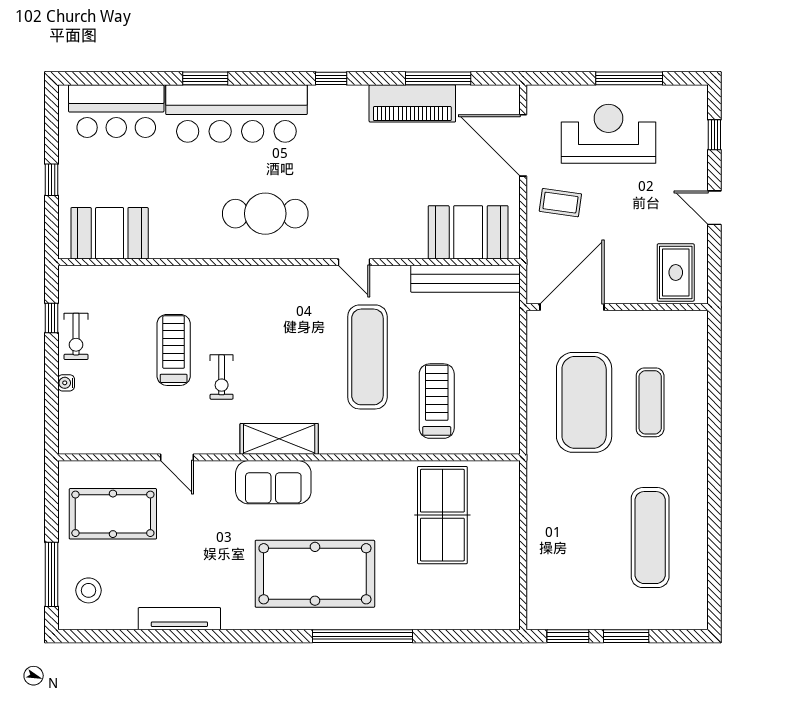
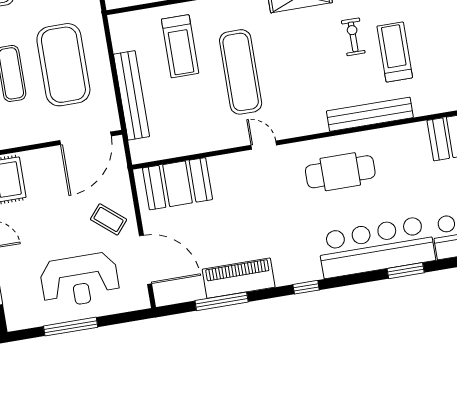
coffee table: (560, 203) -> (109, 219), turned 32
bench: (217, 278) -> (370, 114), added
bench: (465, 279) -> (132, 95), moved, turned 90
treadmill: (174, 350) -> (395, 52), turned 180

